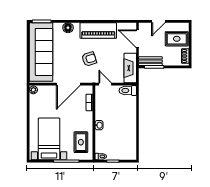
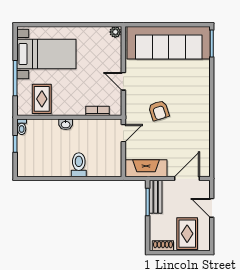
floor lamp: (68, 28) -> (203, 81), removed
piano: (98, 30) -> (199, 123), removed
door: (68, 84) -> (123, 81), width x0.53
toilet: (128, 91) -> (79, 165), moved
rug: (81, 142) -> (42, 99), turned 90

